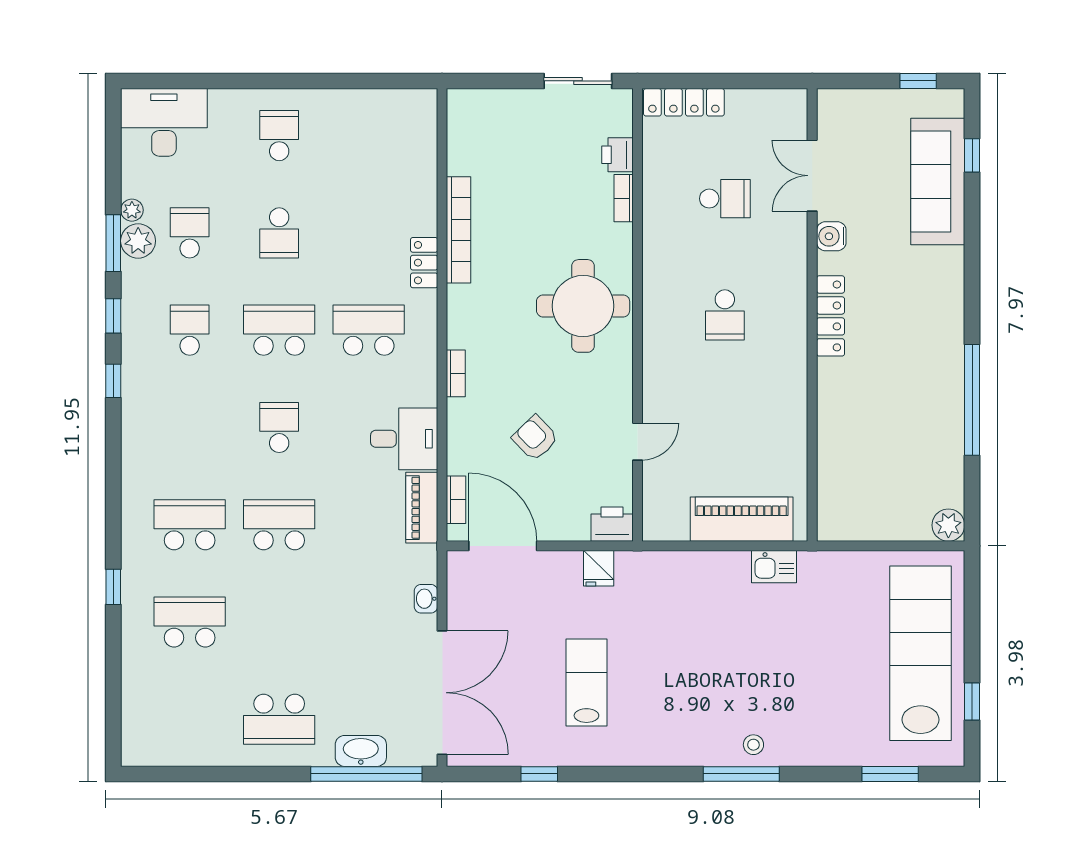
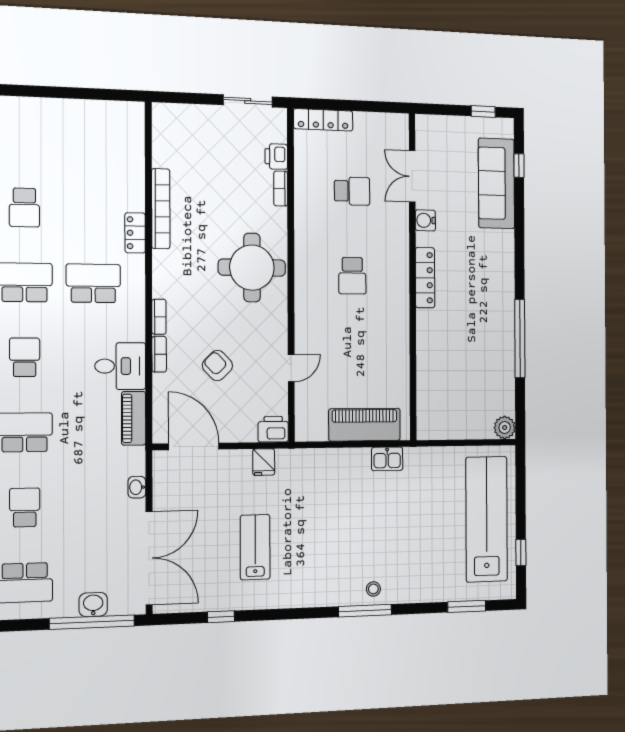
school desk: (279, 136) -> (25, 507), moved
bookcase: (456, 500) -> (159, 354), moved
washbasin: (361, 751) -> (93, 605), width x0.72

